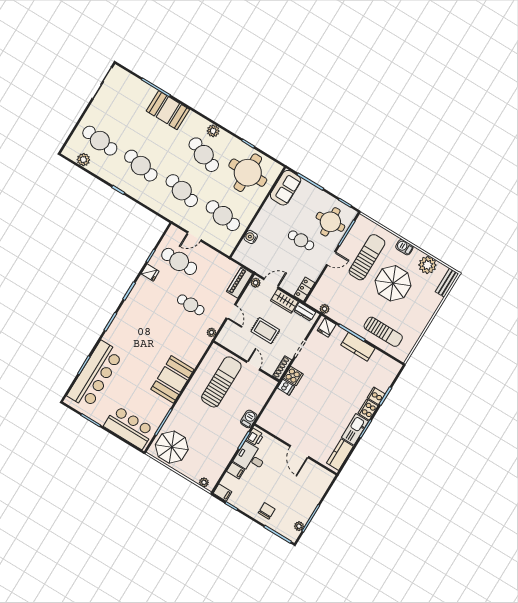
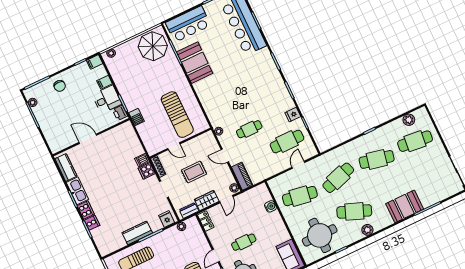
cafe table: (182, 191) -> (338, 178), turned -33
booth: (172, 379) -> (195, 63), moved

